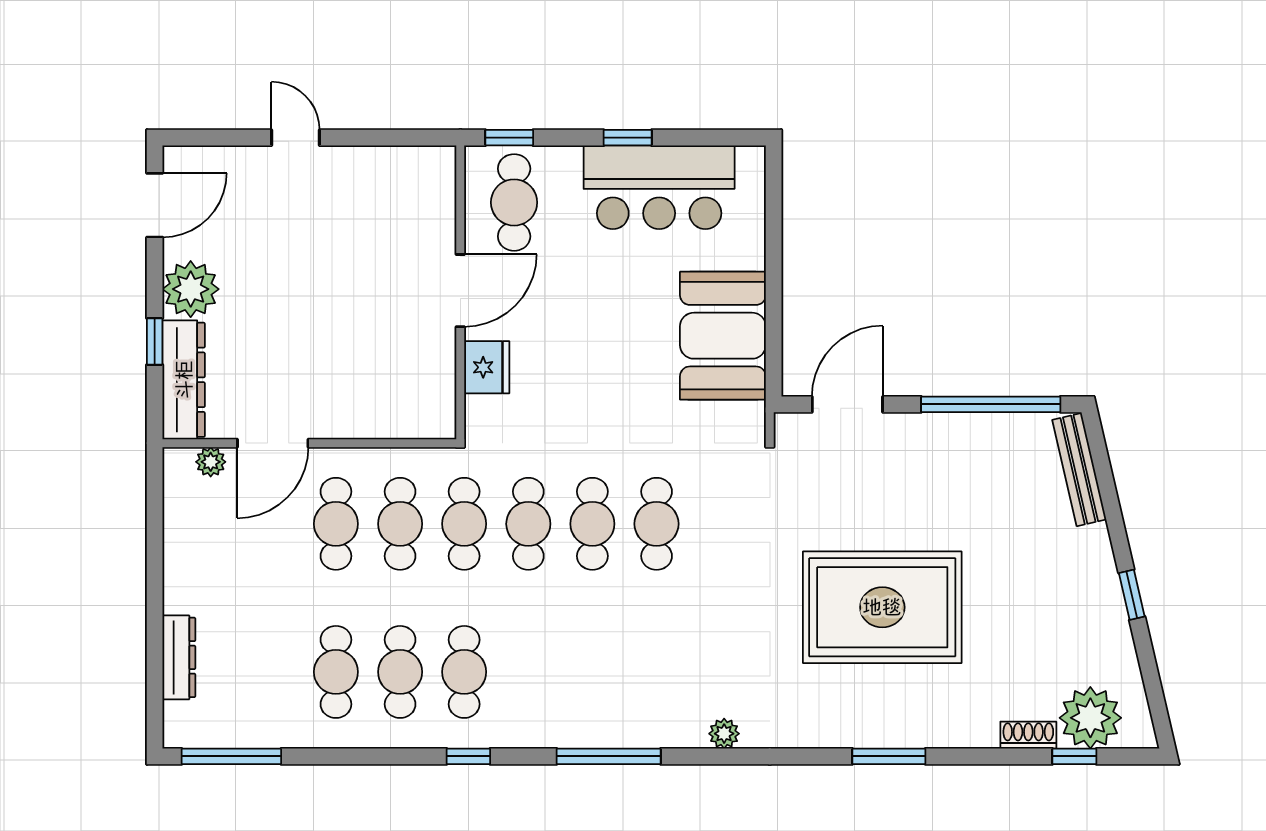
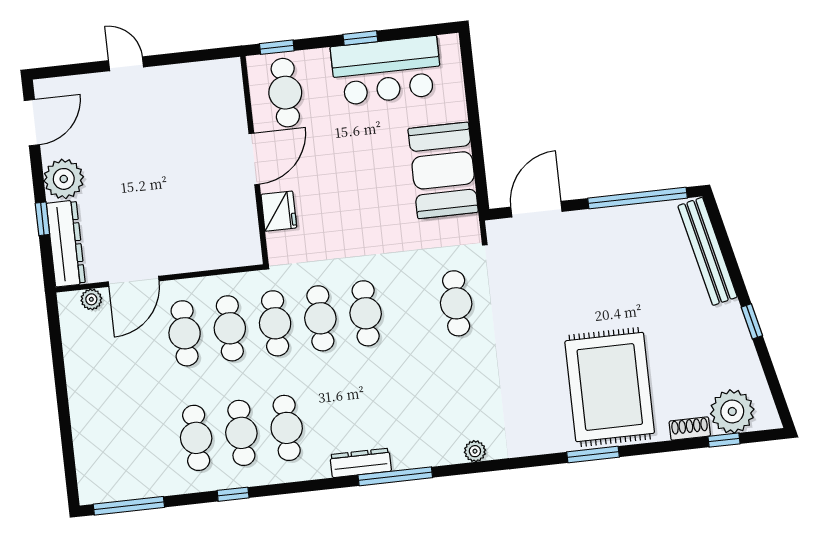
bench: (1079, 470) -> (708, 251), width x1.37, depth x1.21
cafe table: (657, 524) -> (456, 303), moved
rug: (882, 607) -> (610, 387), moved, turned 90
dresser: (179, 657) -> (361, 463), moved, turned -90
window: (468, 756) -> (233, 494), moved

